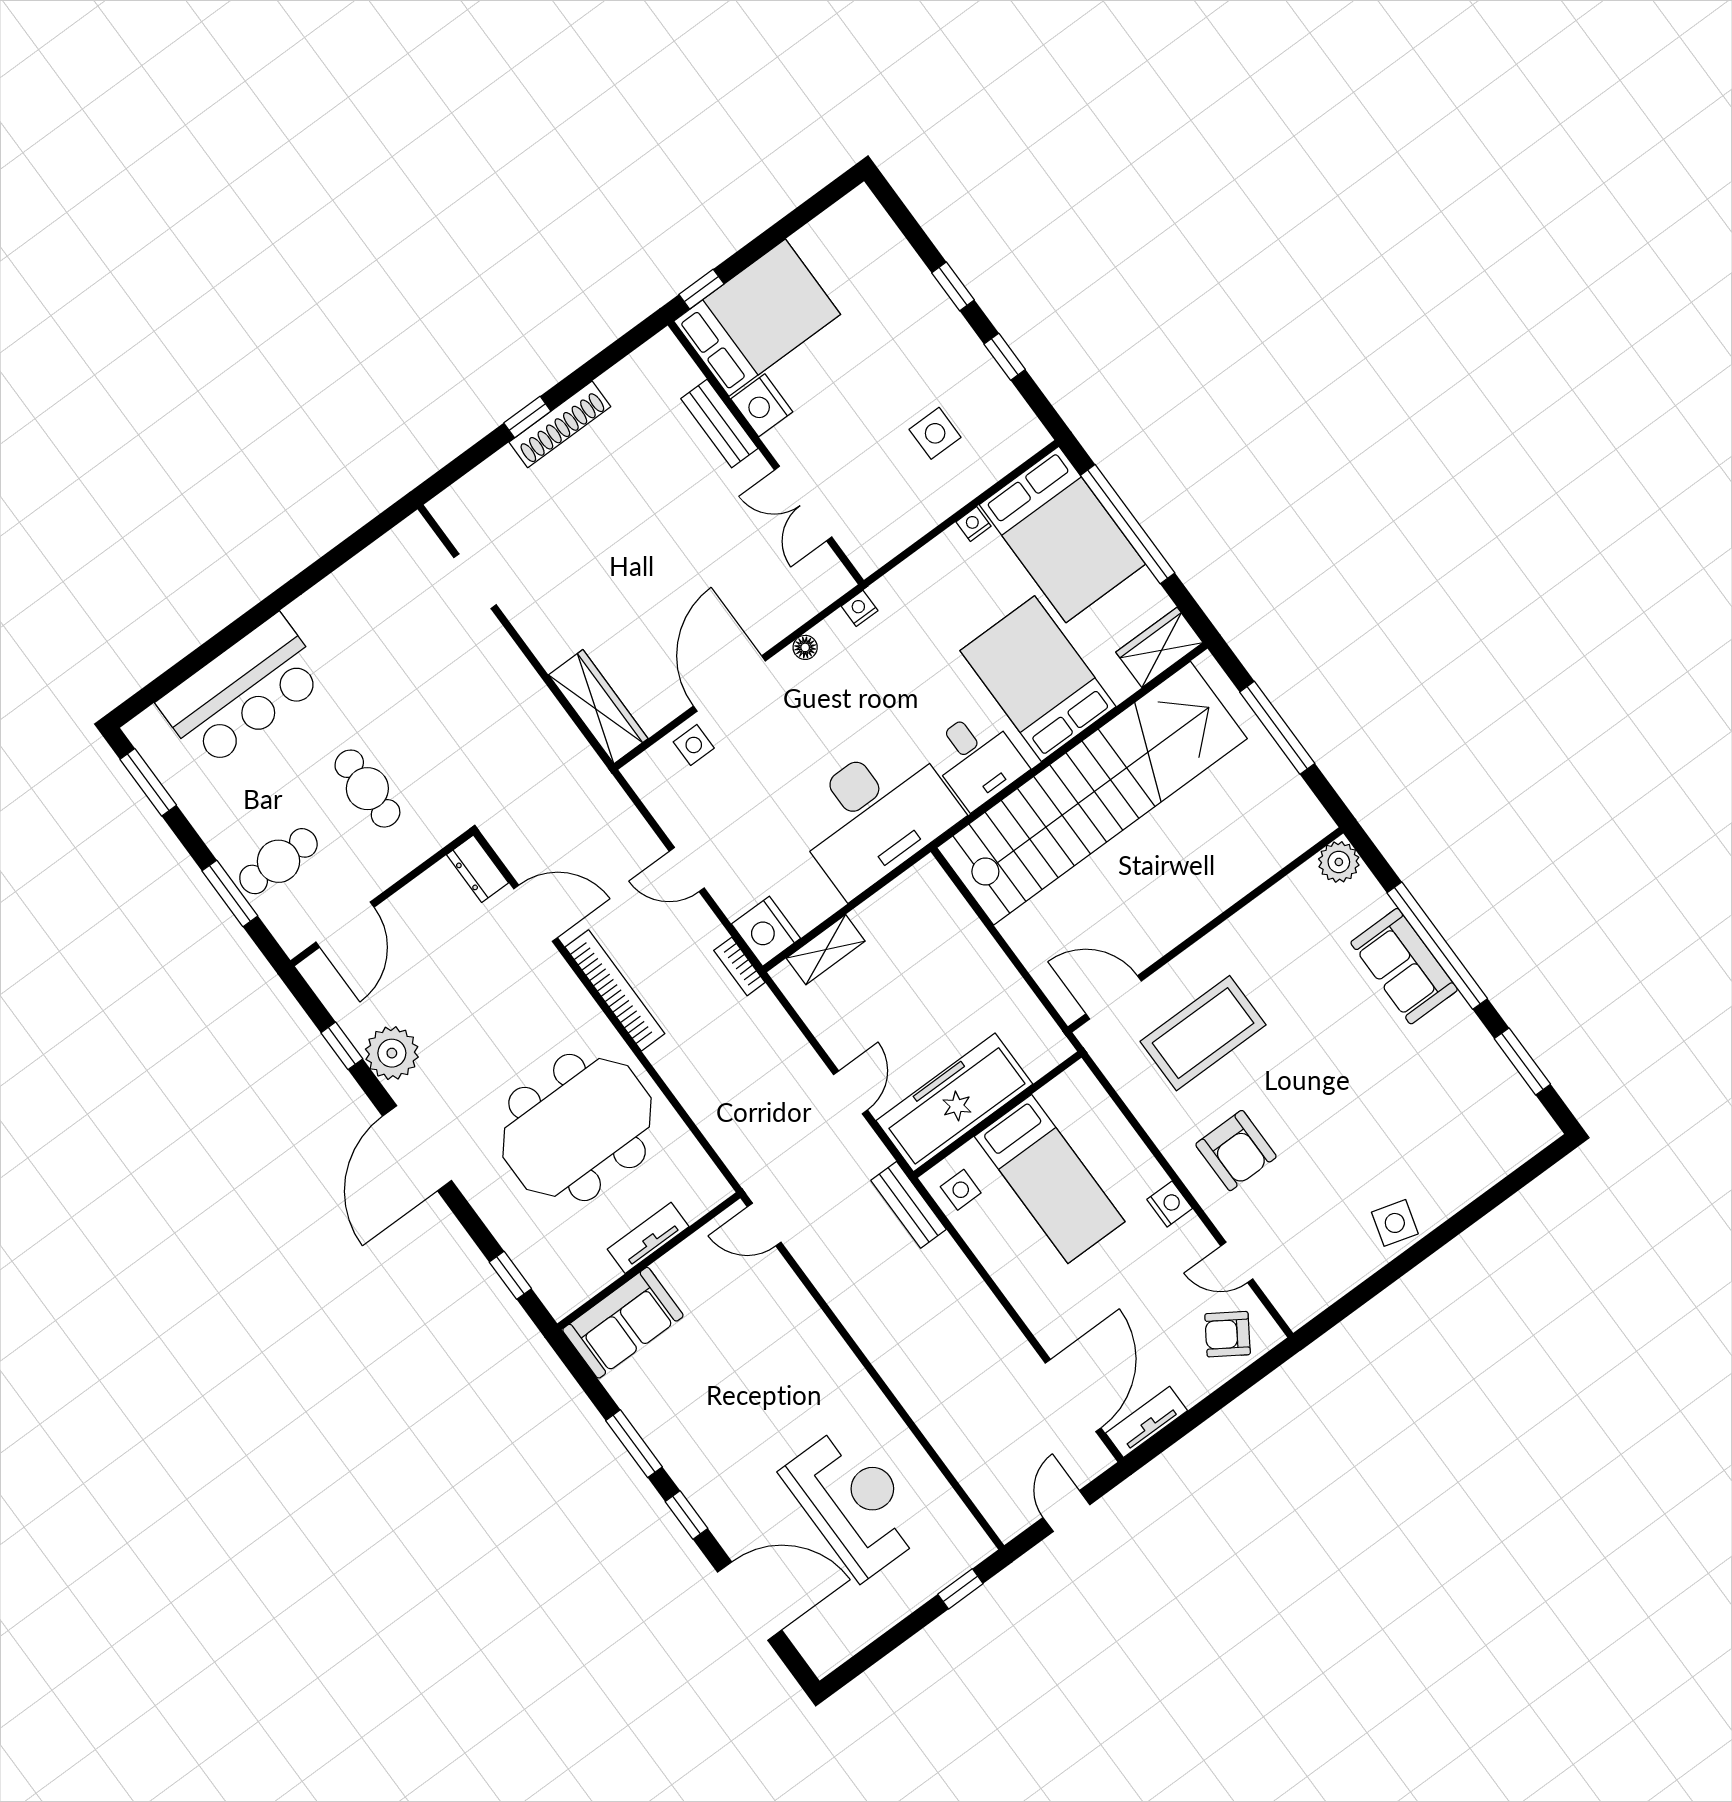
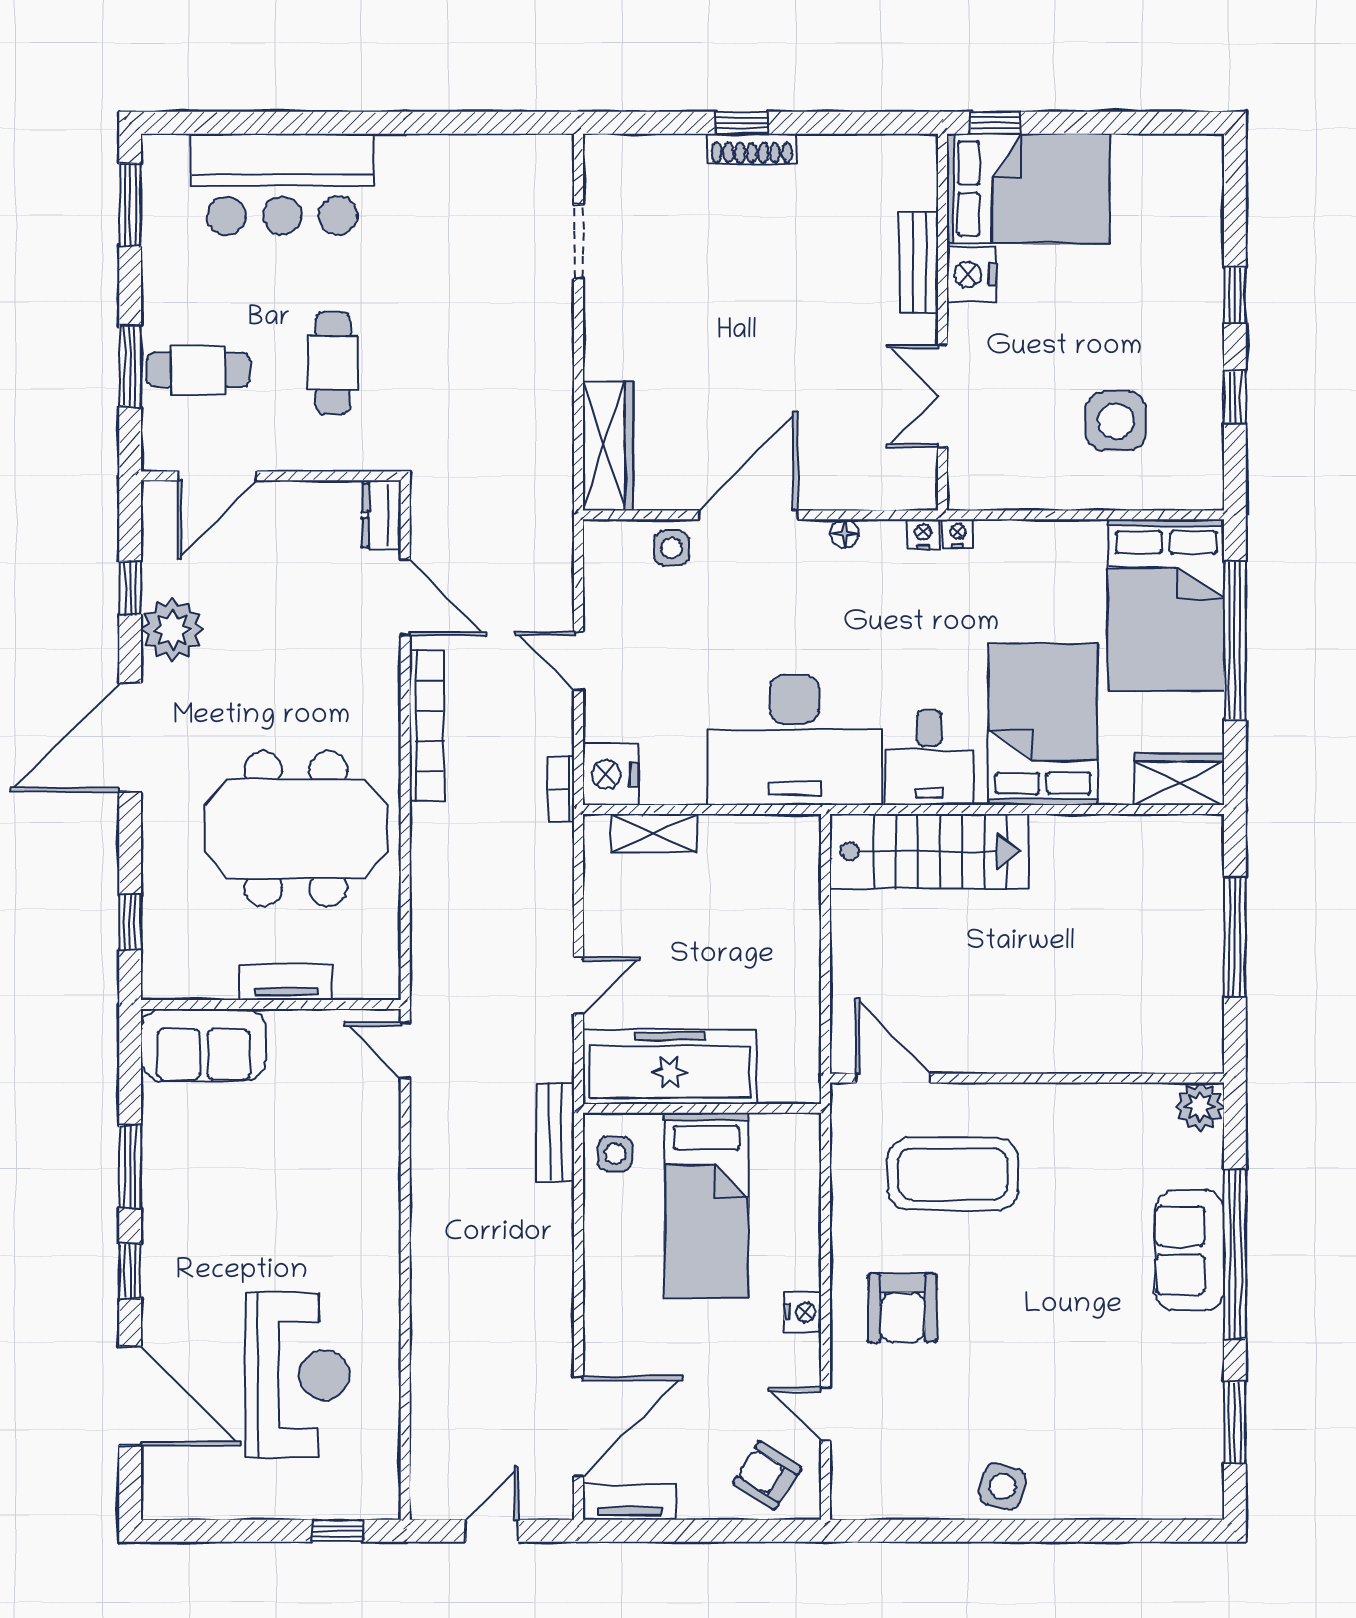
shoe rack: (560, 424) -> (752, 149), width x0.74, depth x0.81
side table: (935, 433) -> (1116, 421), width x1.37, depth x1.37
nightstand: (974, 524) -> (958, 534), moved
stairs: (1092, 793) -> (929, 851), width x0.54, depth x0.66

